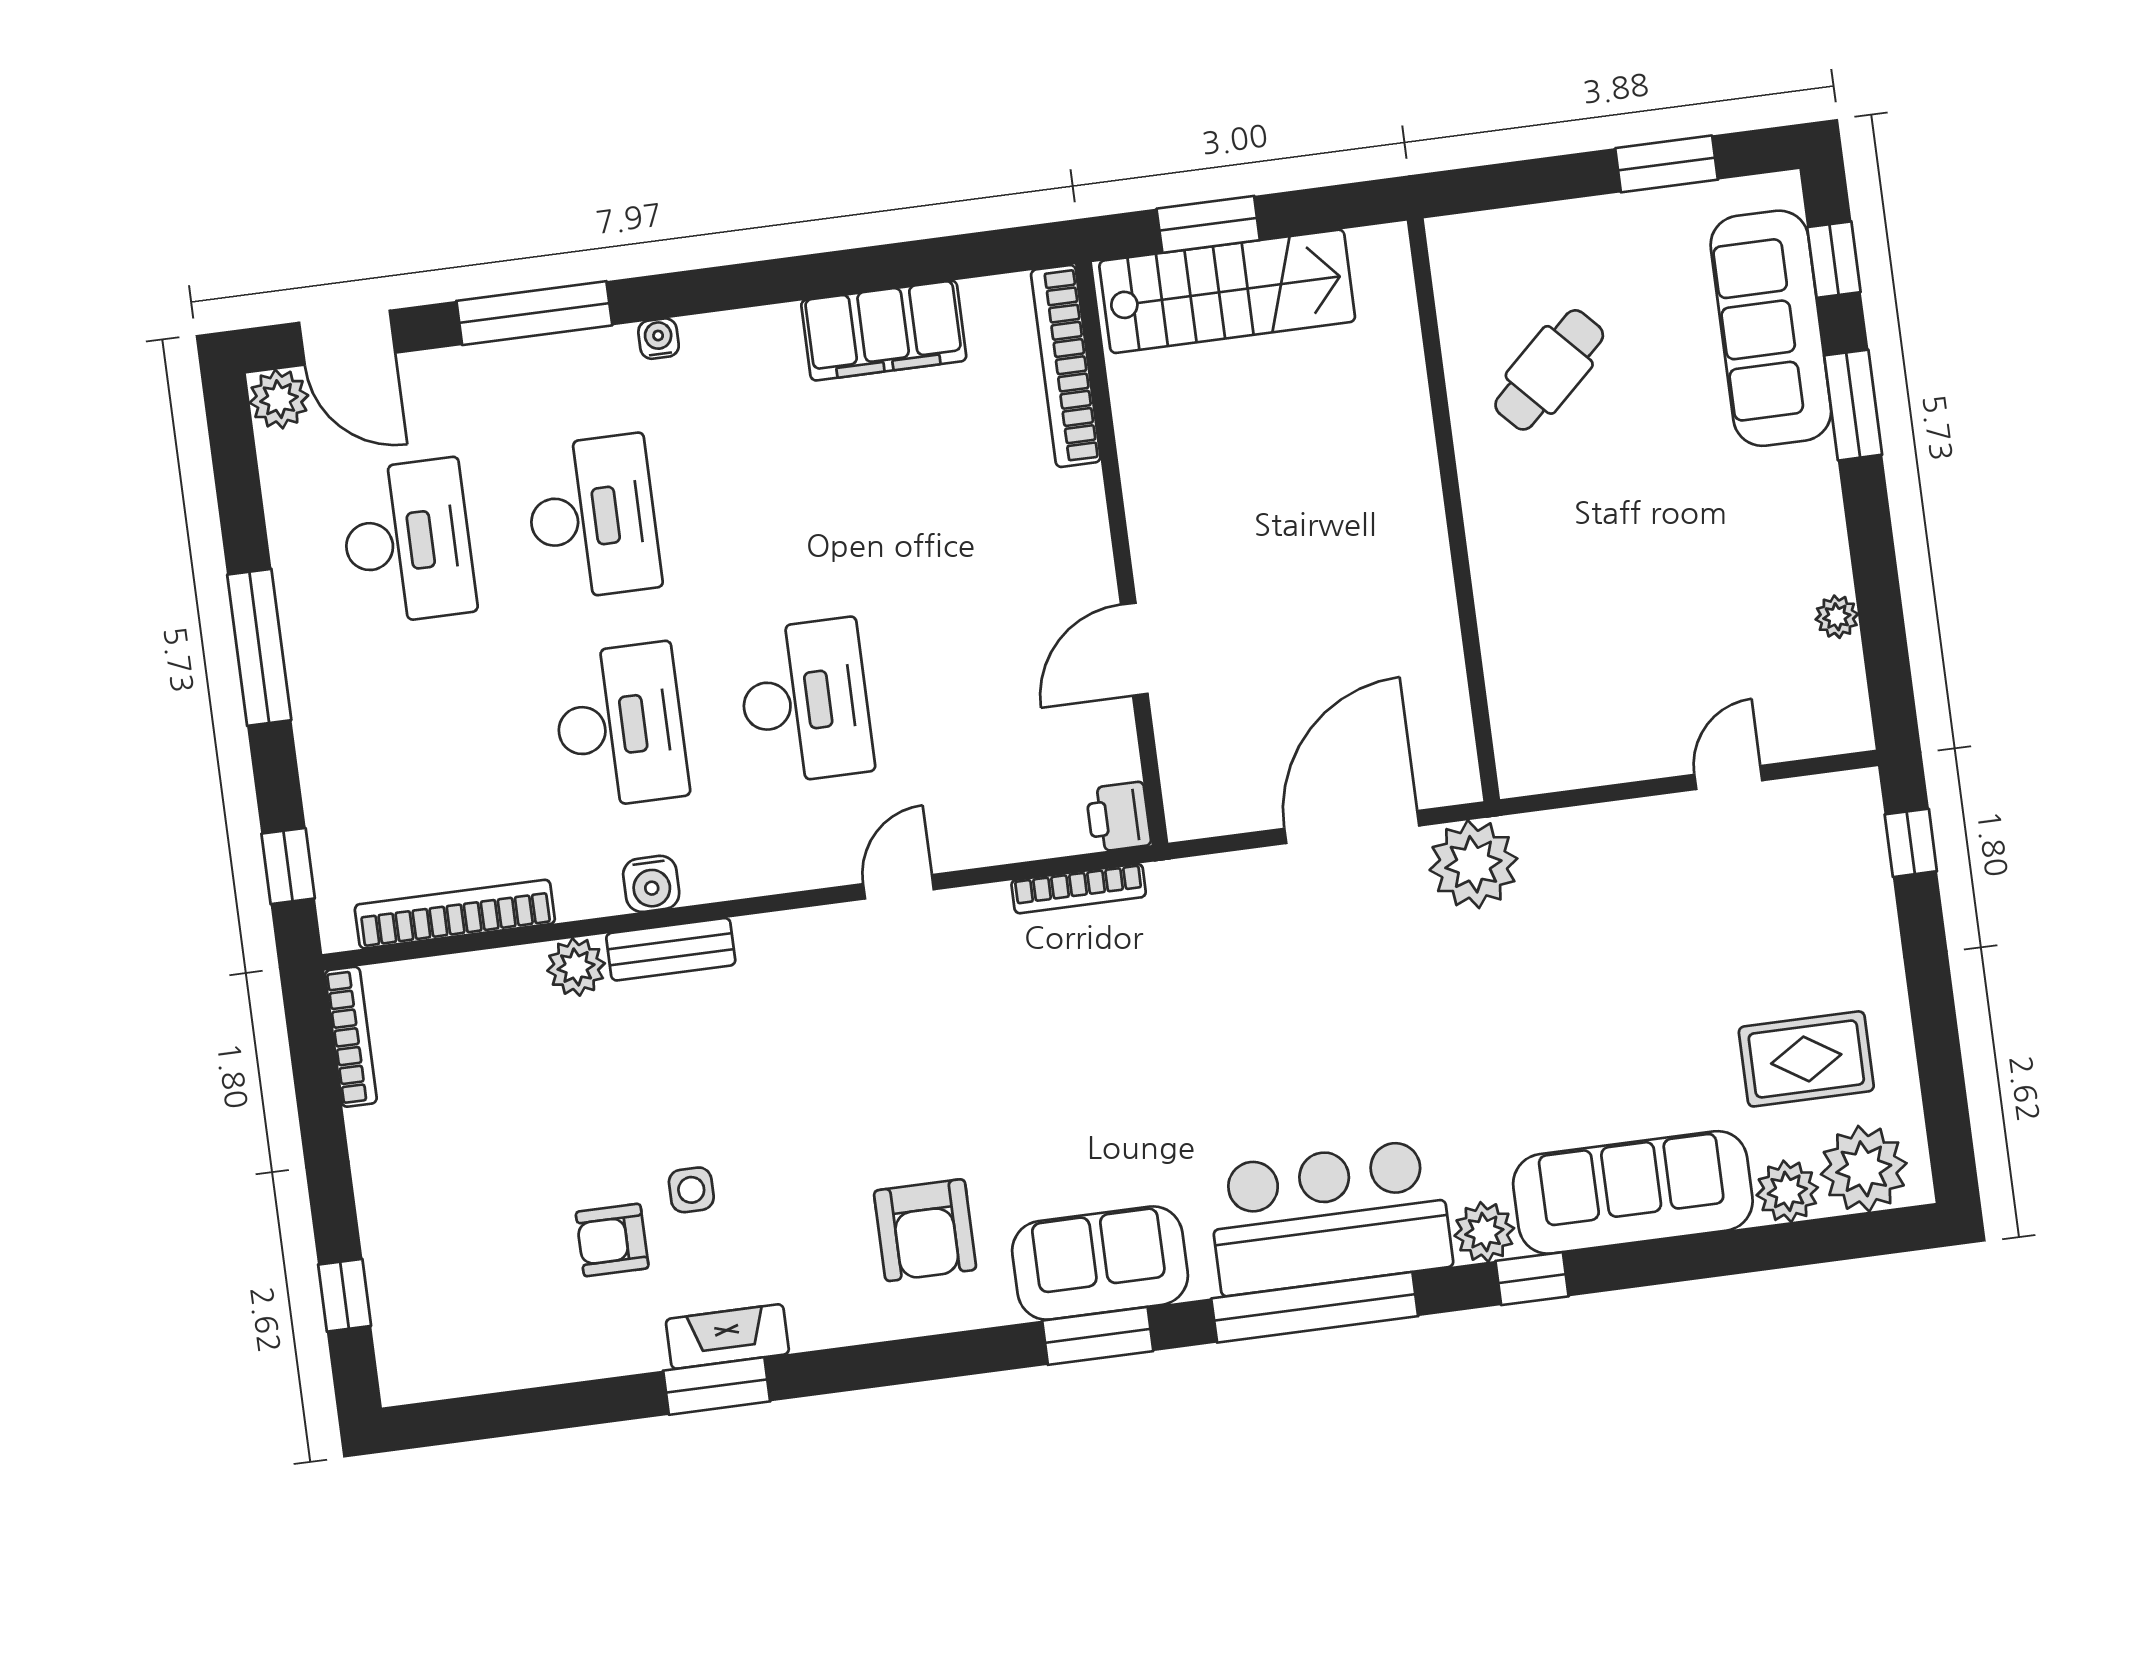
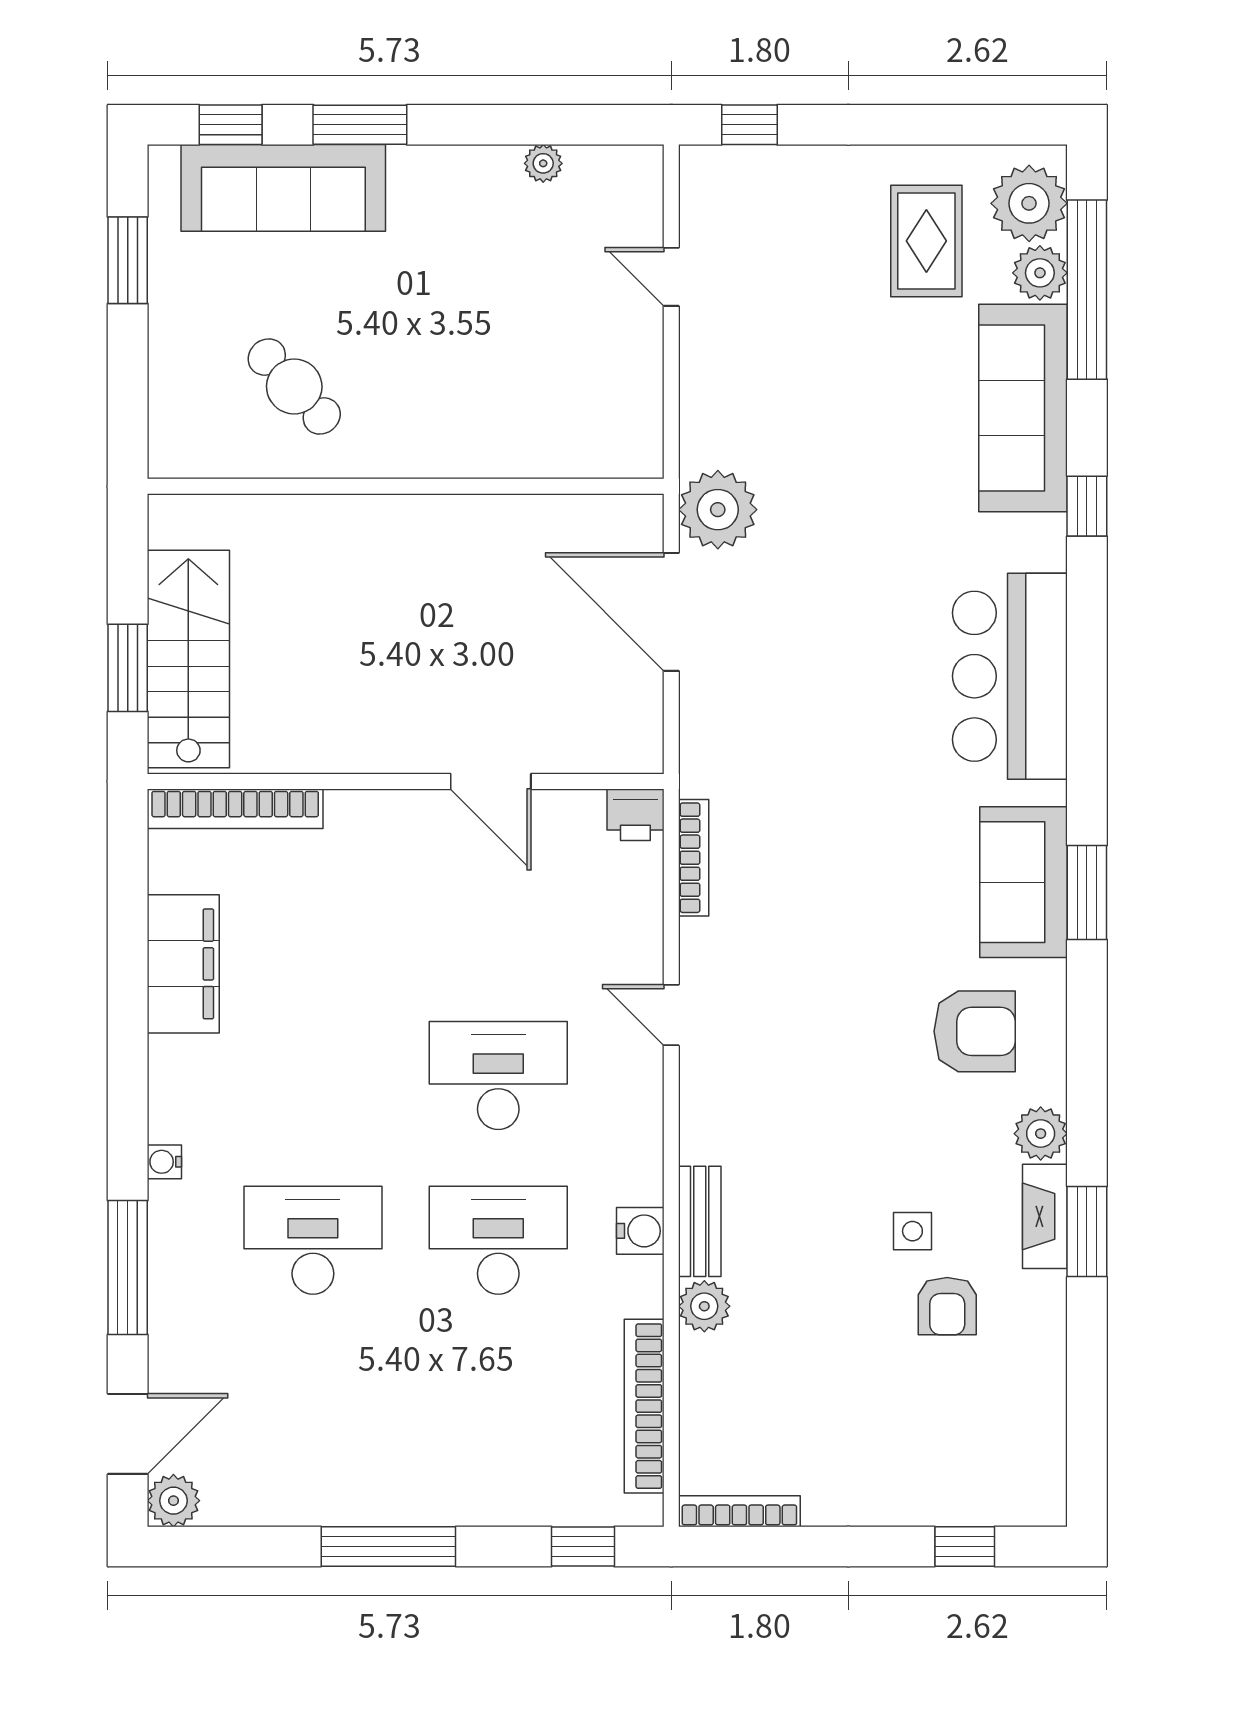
desk: (407, 542) -> (313, 1405), removed
plant: (1484, 1232) -> (1041, 1134), moved
window: (1315, 1307) -> (1087, 290), moved

